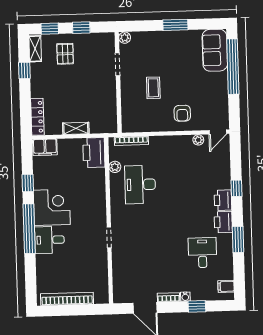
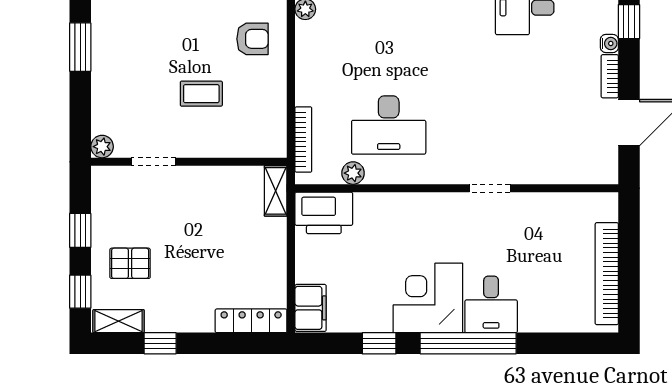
shelving: (76, 128) -> (276, 191), moved

